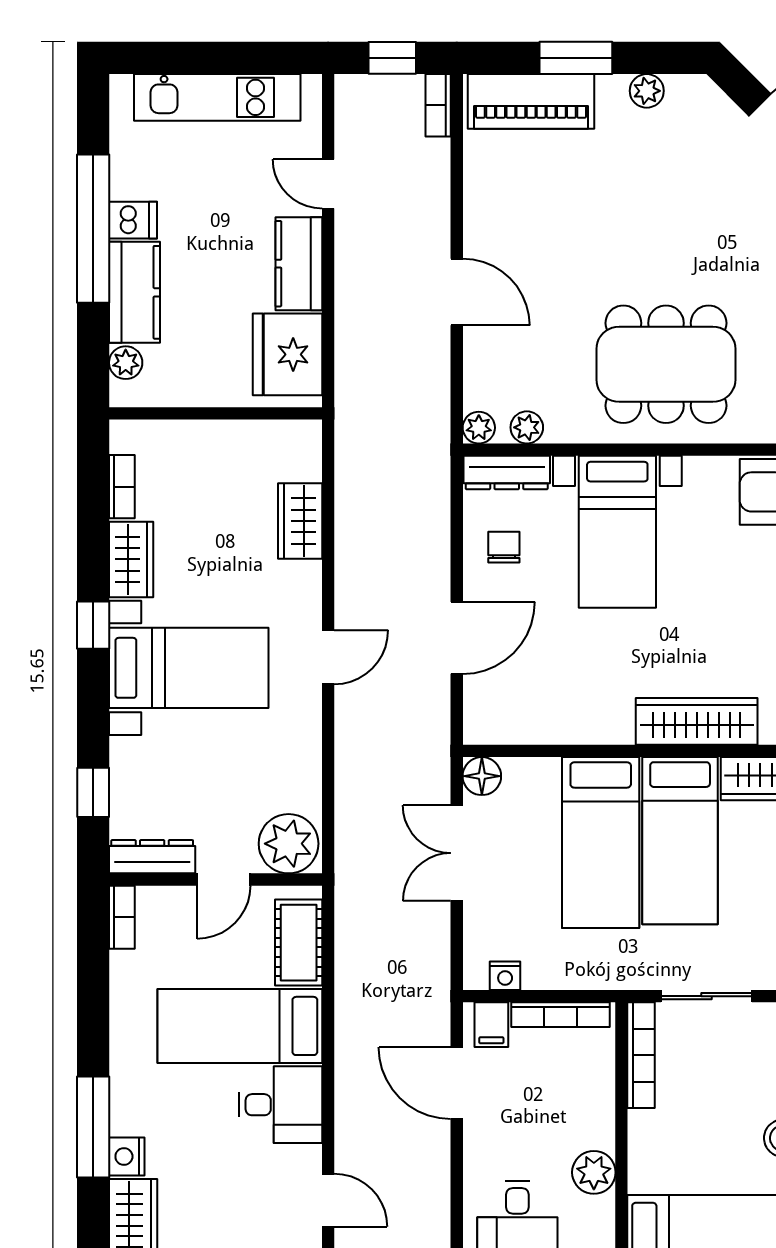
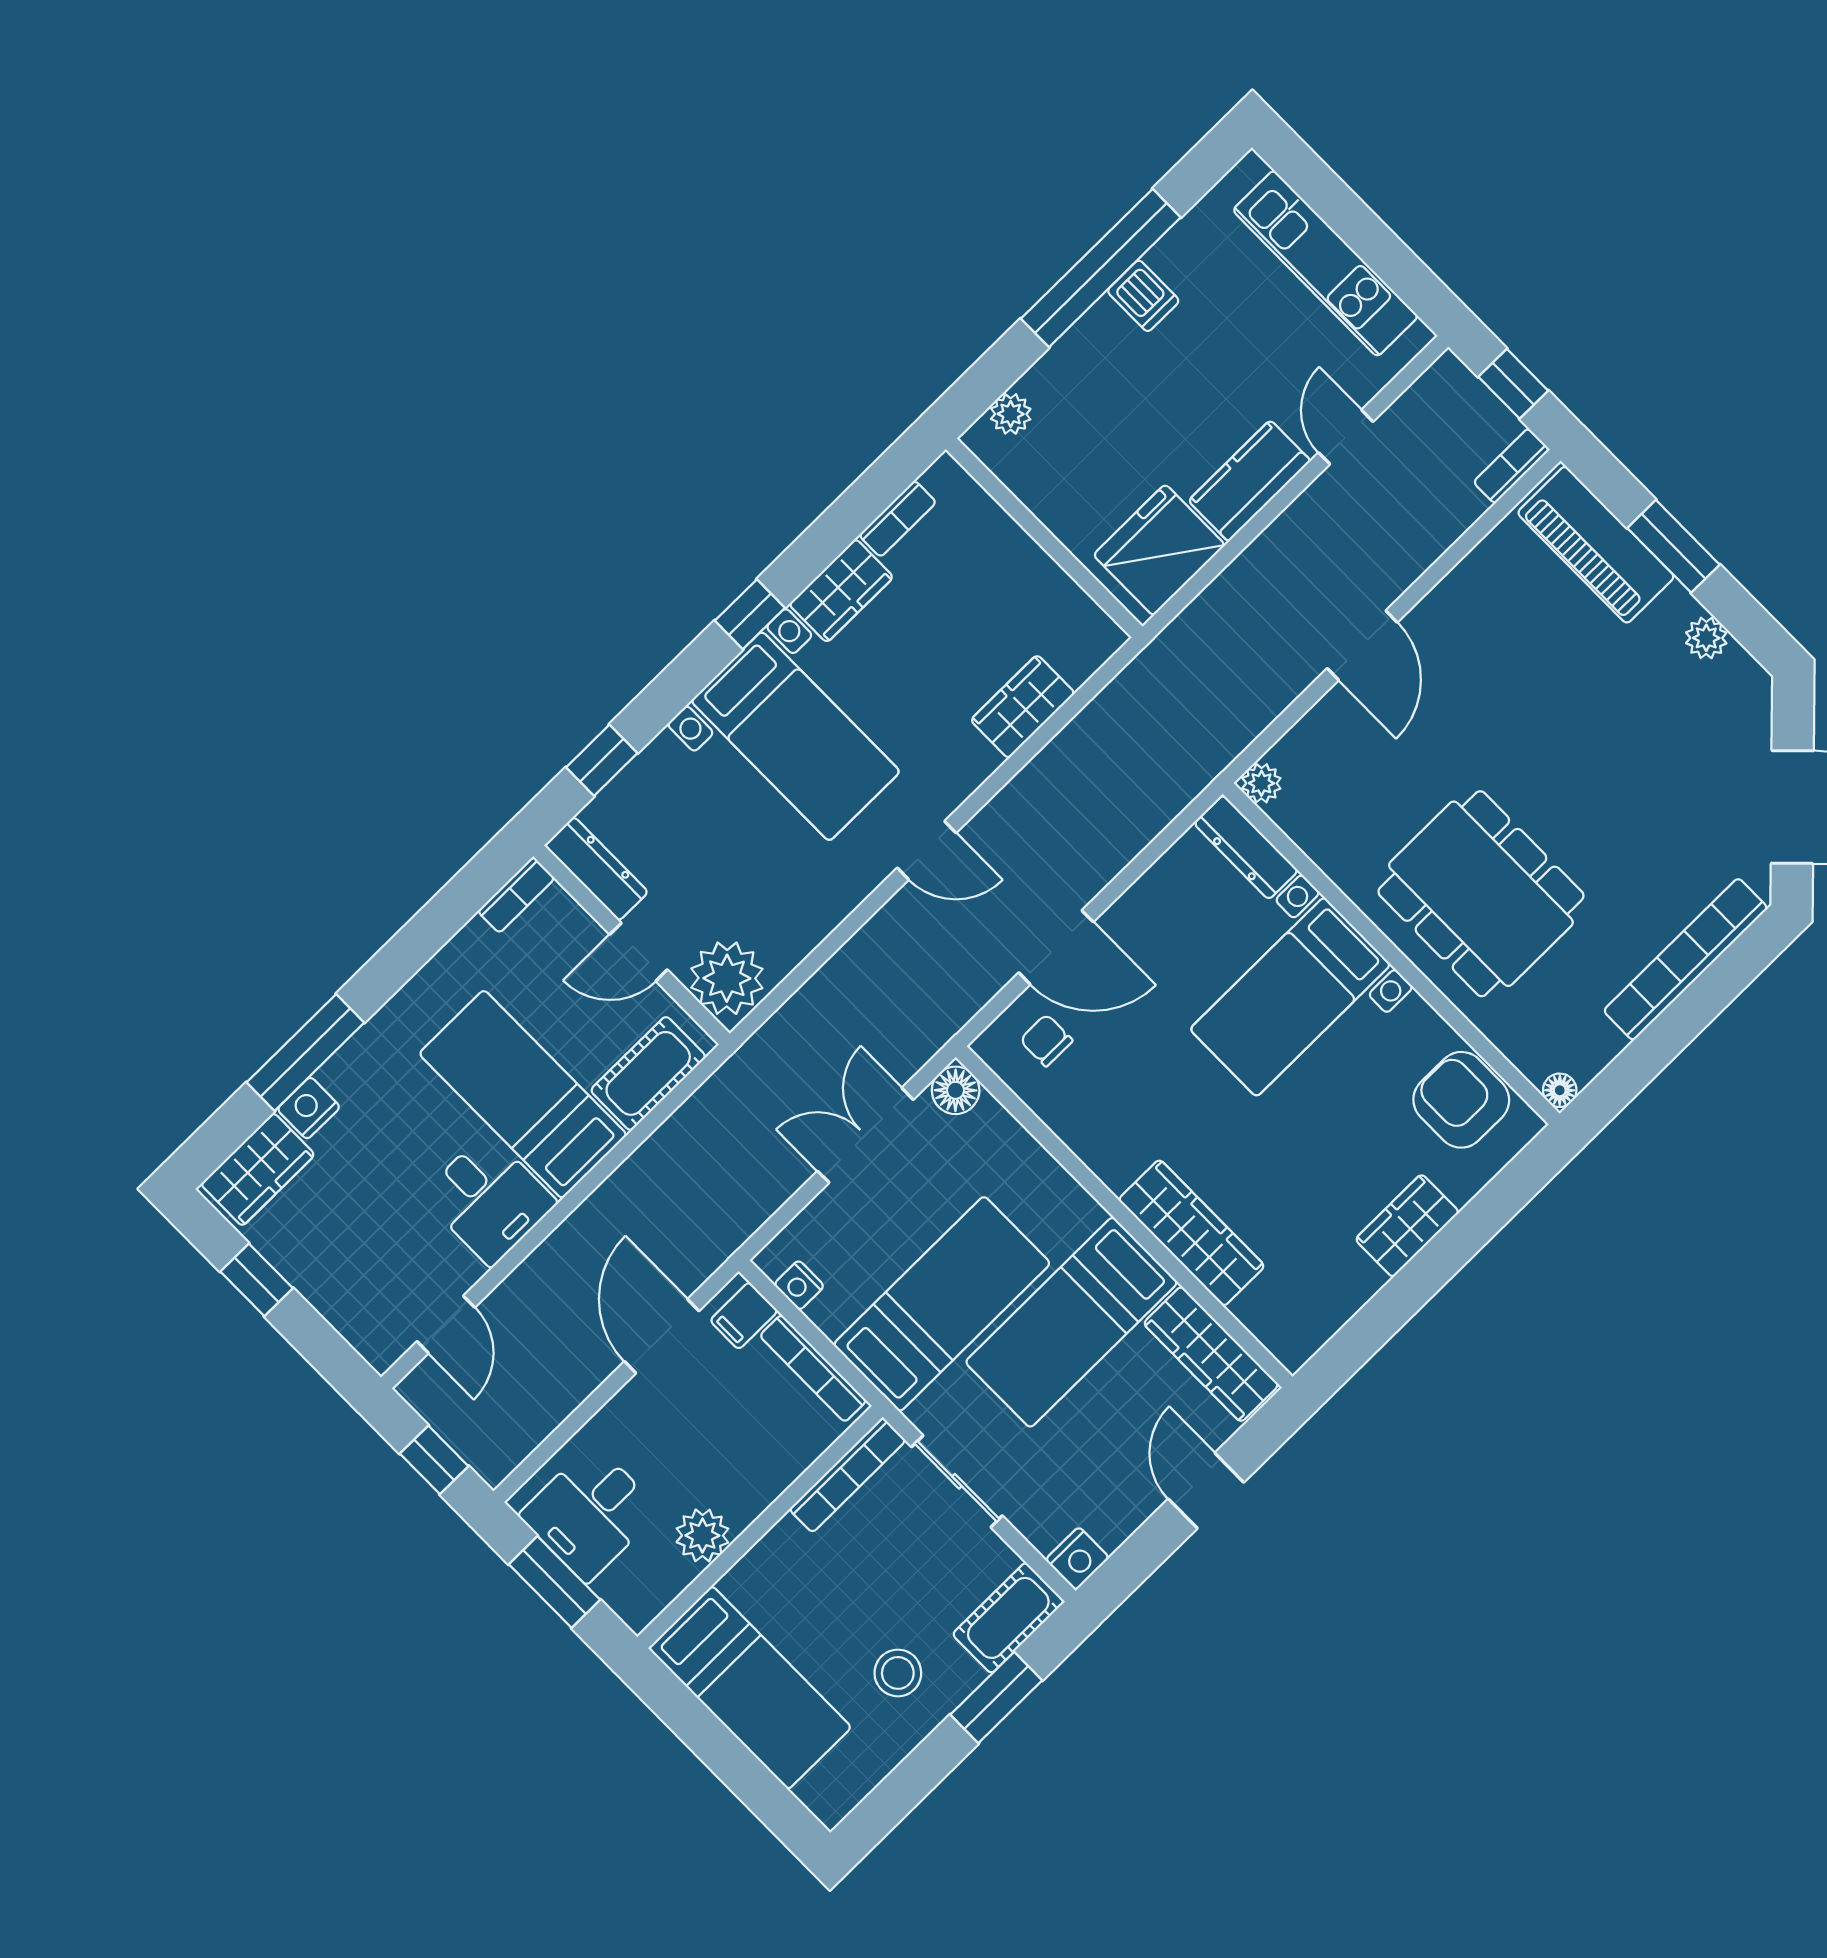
kitchen counter: (134, 292) -> (1081, 360), removed
plant: (527, 427) -> (1304, 826), removed
chair: (504, 547) -> (1046, 1040), moved, turned -90
bed: (601, 842) -> (942, 1304), moved, turned 180

